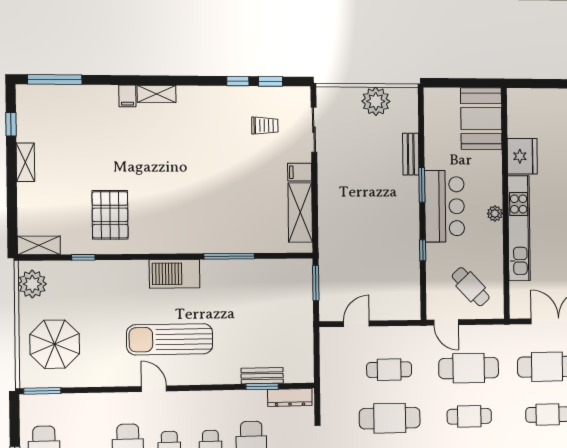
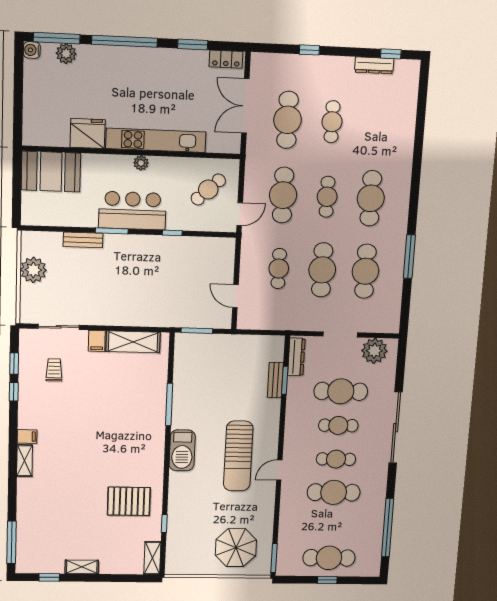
filing cabinet: (127, 96) -> (27, 436), moved
plant: (32, 284) -> (185, 564), removed

